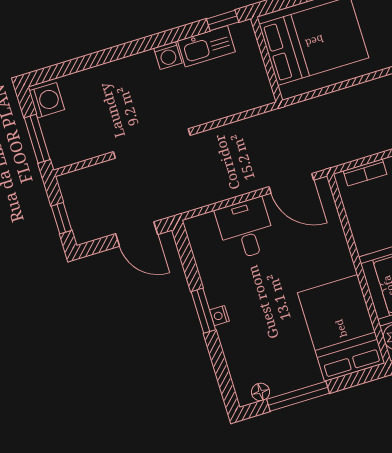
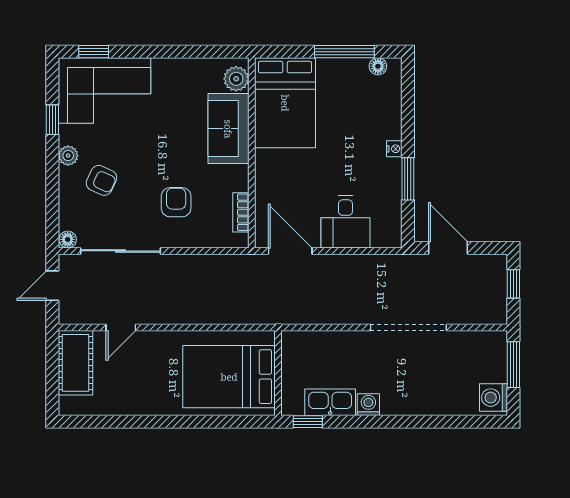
bookcase: (365, 172) -> (241, 212), moved, turned -90
window: (203, 311) -> (408, 179), moved

